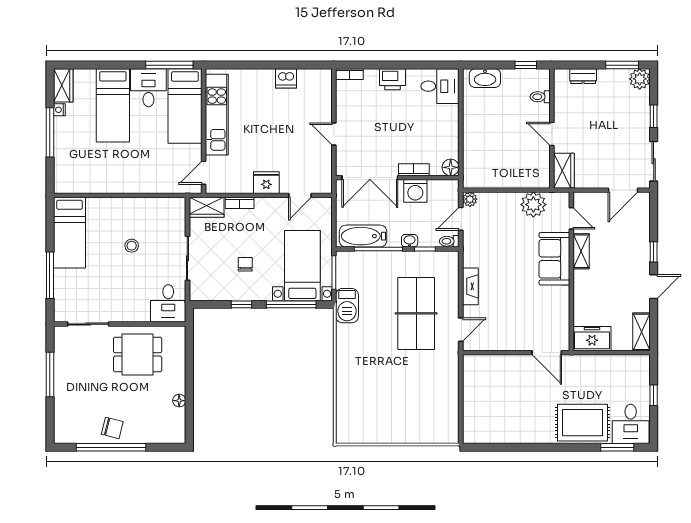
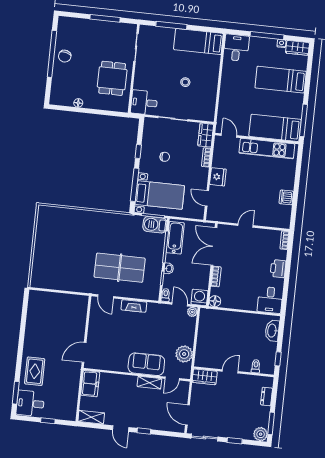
desk: (148, 88) -> (236, 48), moved, turned -90
washing machine: (415, 191) -> (199, 297), moved, turned 90
barbecue: (347, 306) -> (155, 225), moved
rug: (582, 423) -> (35, 371), width x0.73, depth x0.70

